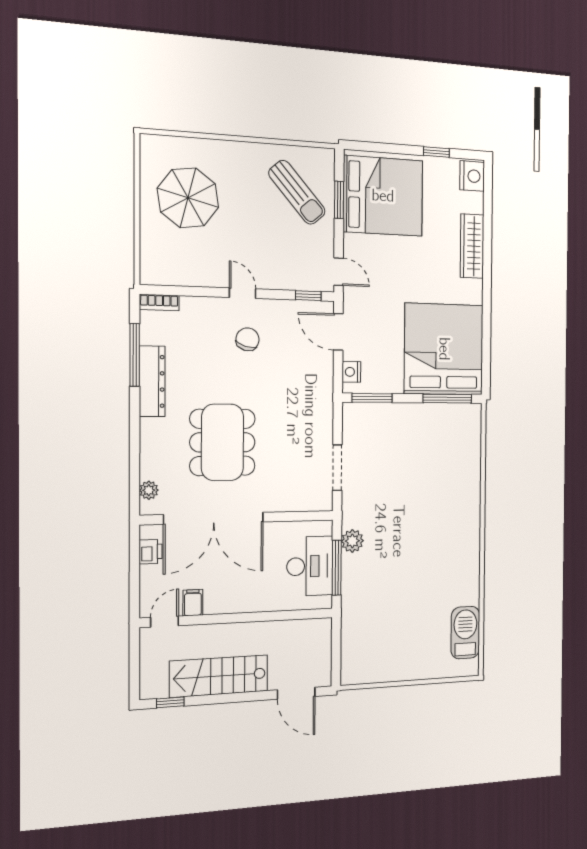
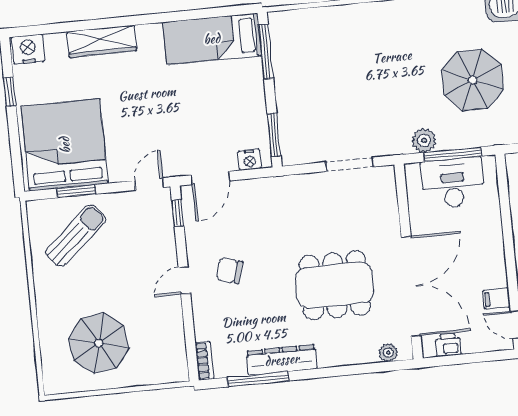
bed: (444, 349) -> (212, 39), width x0.49
parasol: (403, 591) -> (472, 80), added

